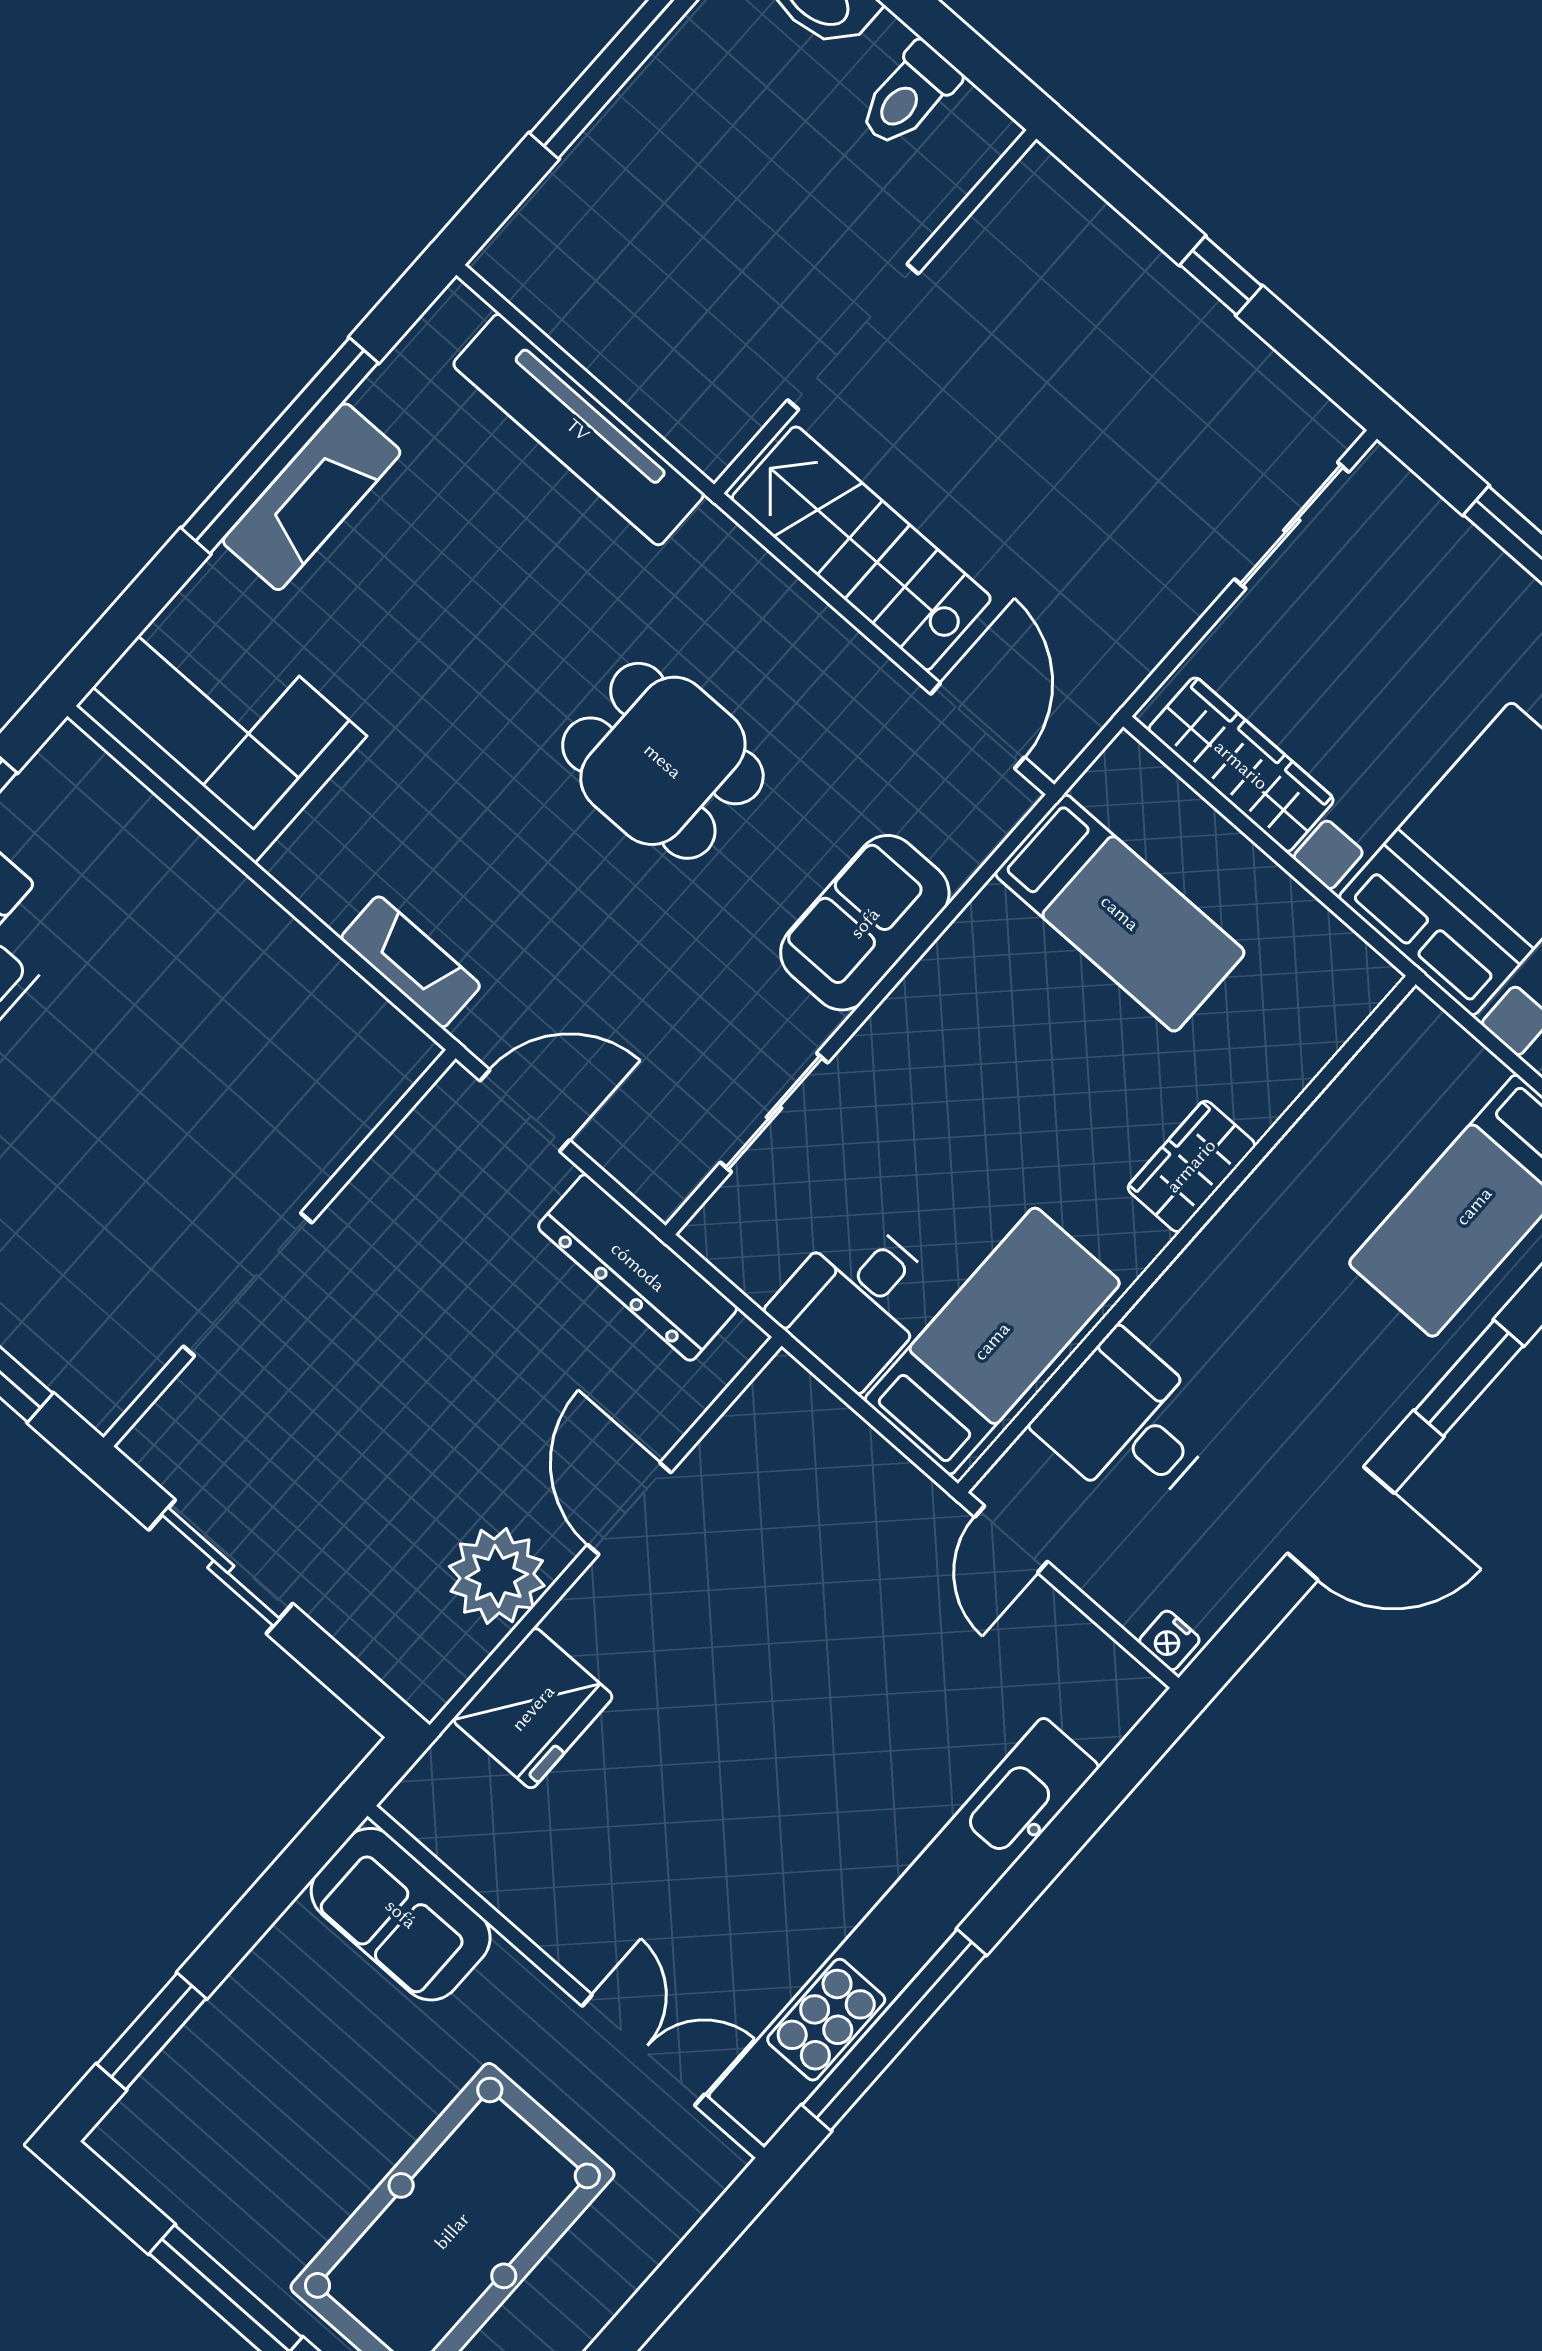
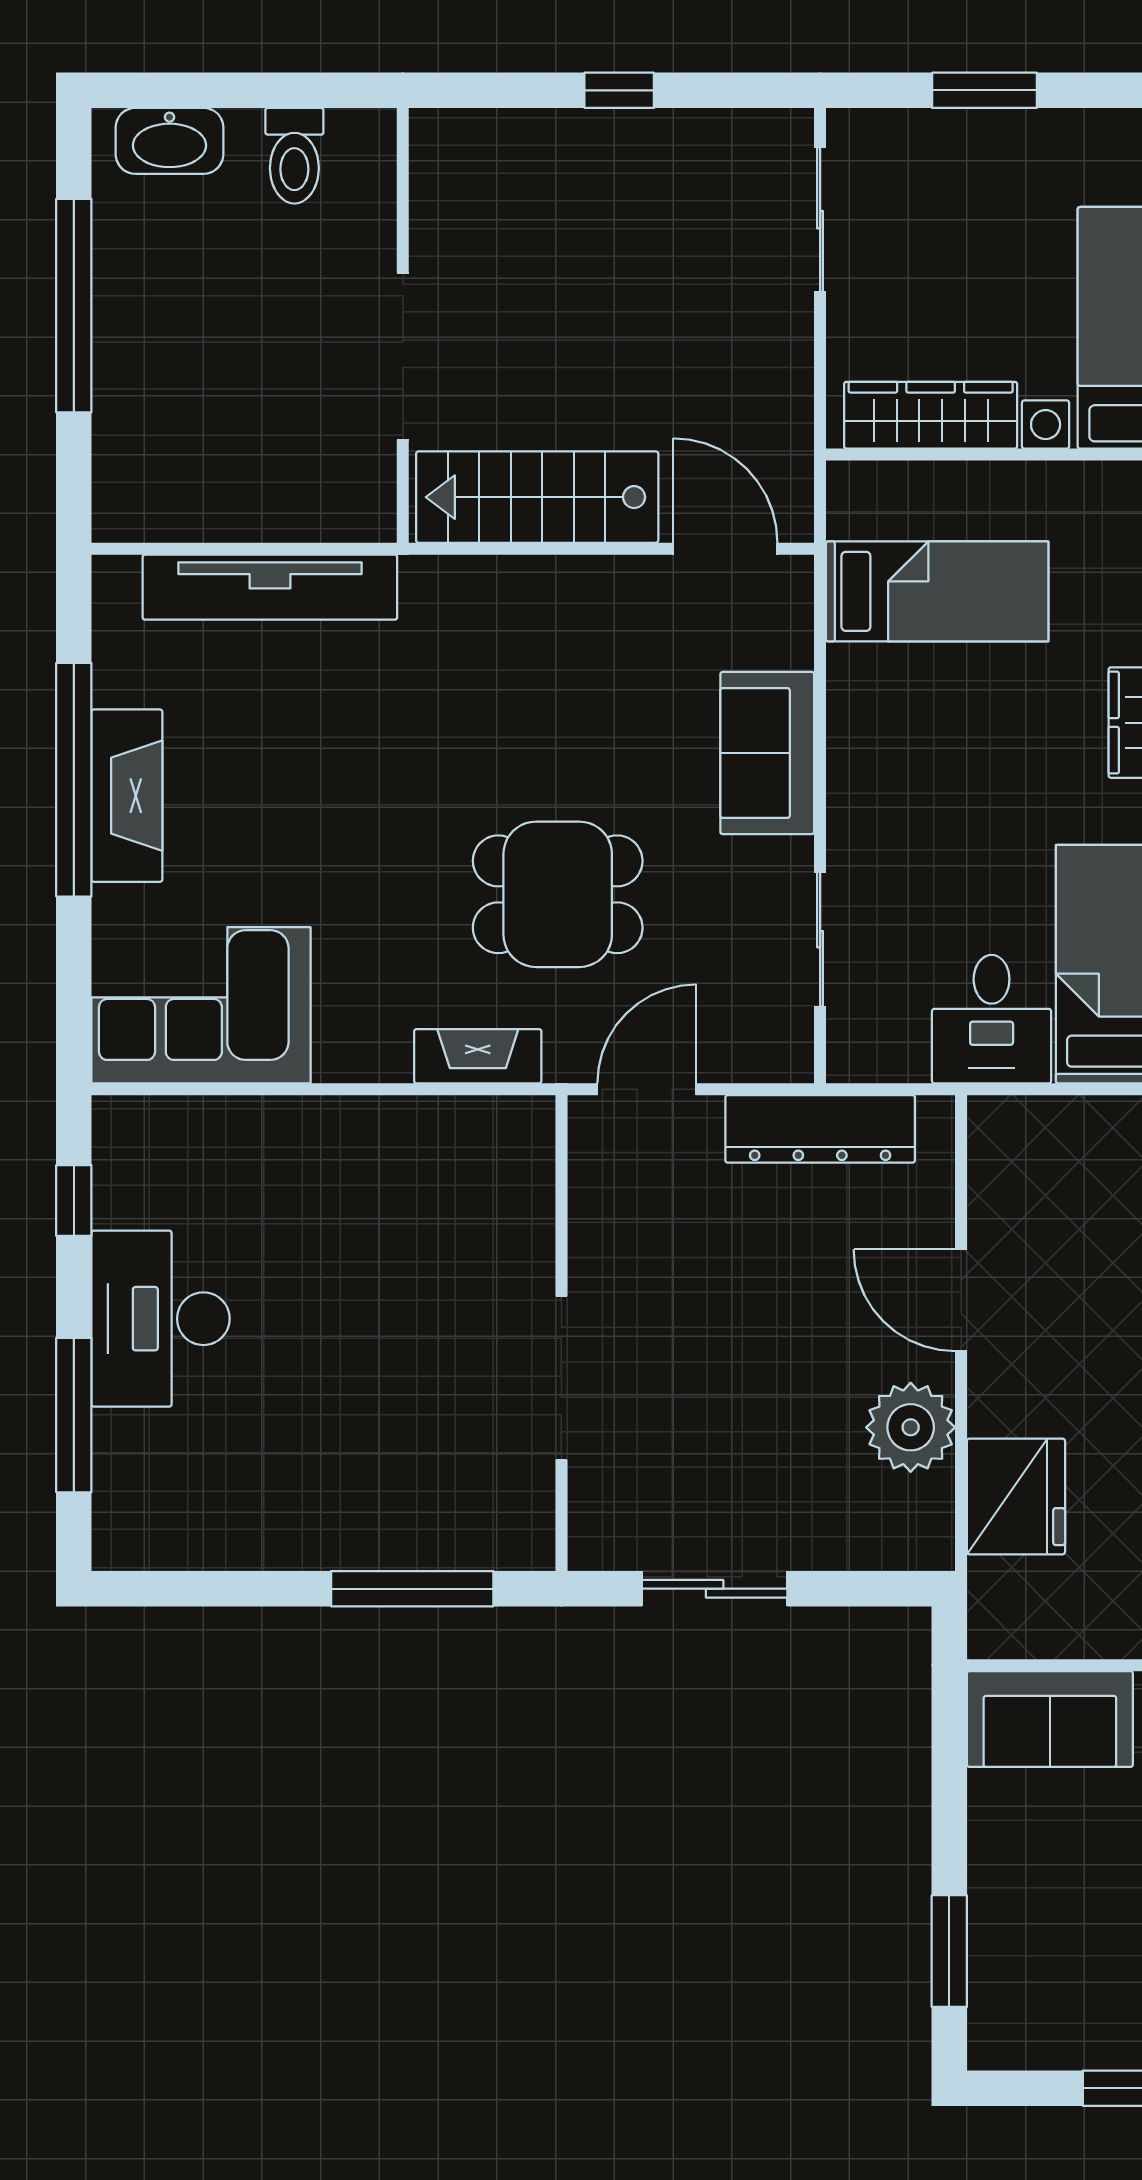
dining table: (663, 761) -> (558, 894), moved

